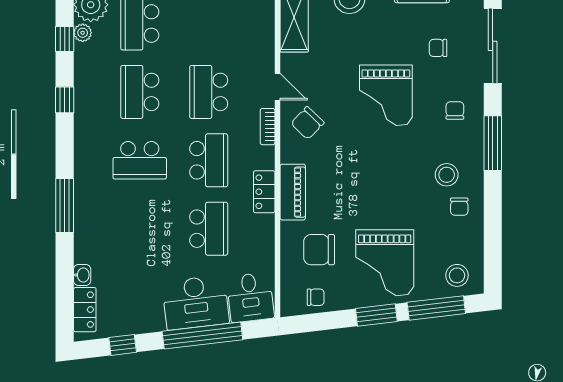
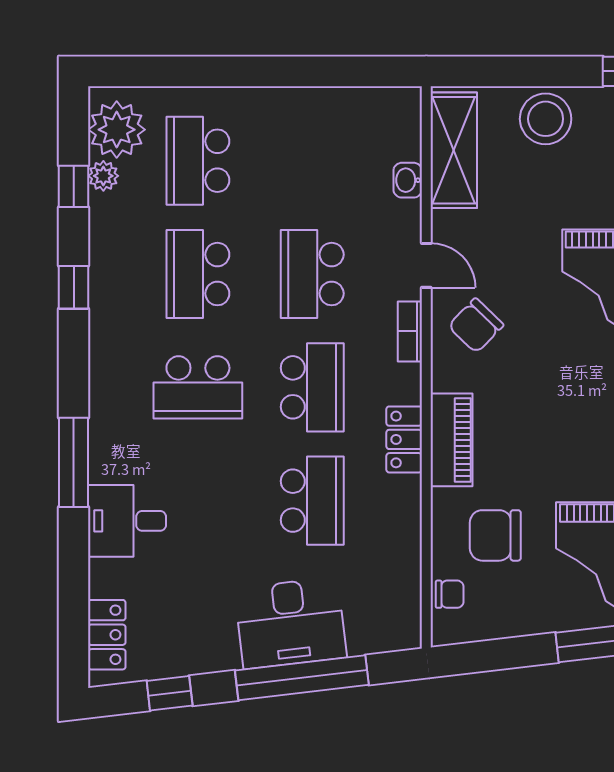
washbasin: (82, 275) -> (408, 180), moved, turned 180
desk: (250, 297) -> (127, 521), moved, turned 97
chair: (316, 297) -> (450, 594), moved

